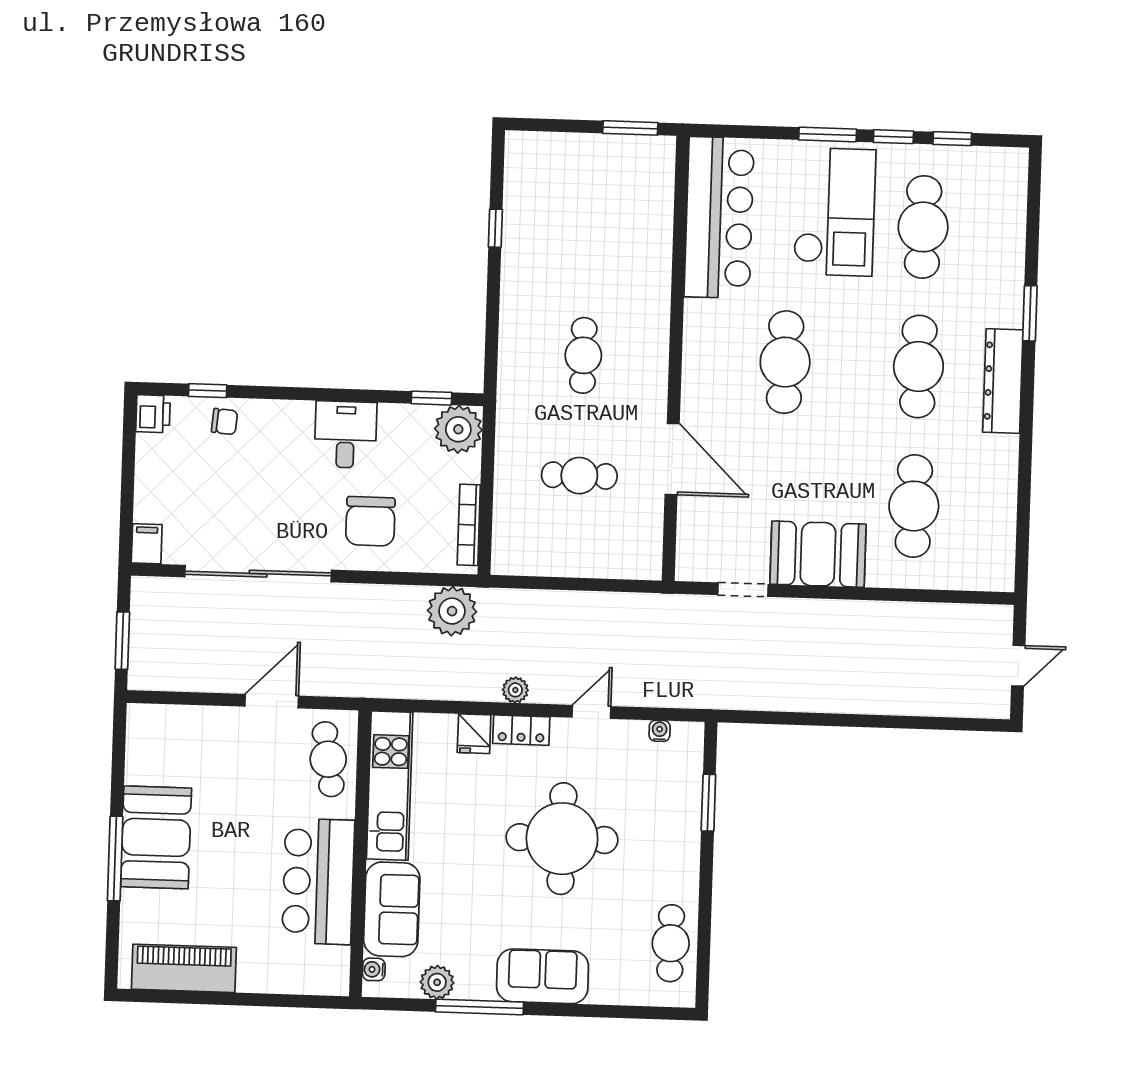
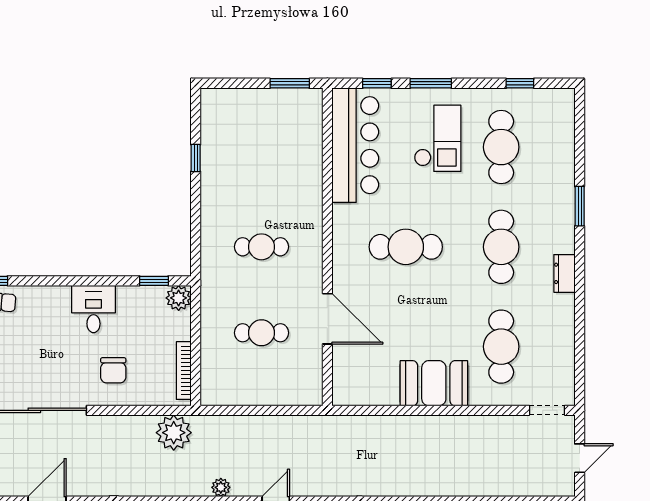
window: (893, 137) -> (377, 83), moved
checkout: (835, 212) -> (438, 138), width x0.73, depth x0.83
cafe table: (583, 355) -> (261, 247), turned 90
cafe table: (785, 362) -> (406, 247), turned 90
dresser: (1003, 381) -> (564, 273), width x0.51, depth x0.80
plant: (458, 429) -> (179, 298), width x0.73, depth x0.73
chair: (370, 521) -> (113, 370), width x0.73, depth x0.73
doorway: (743, 590) -> (547, 410), moved

